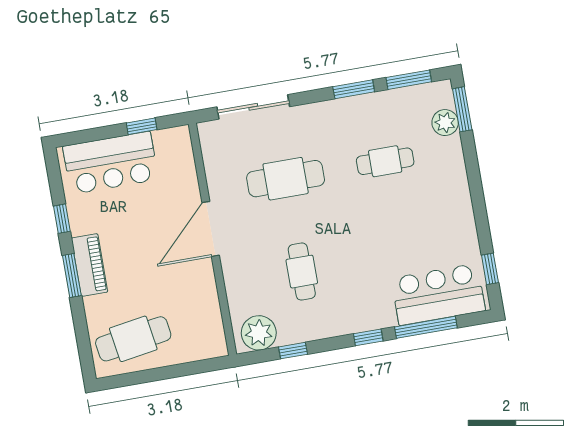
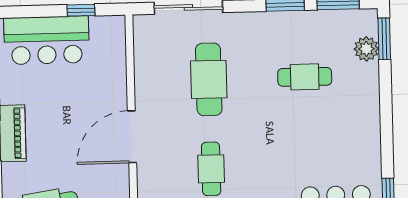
cafe table: (286, 179) -> (209, 79), turned 90
door: (211, 229) -> (132, 137), moved

